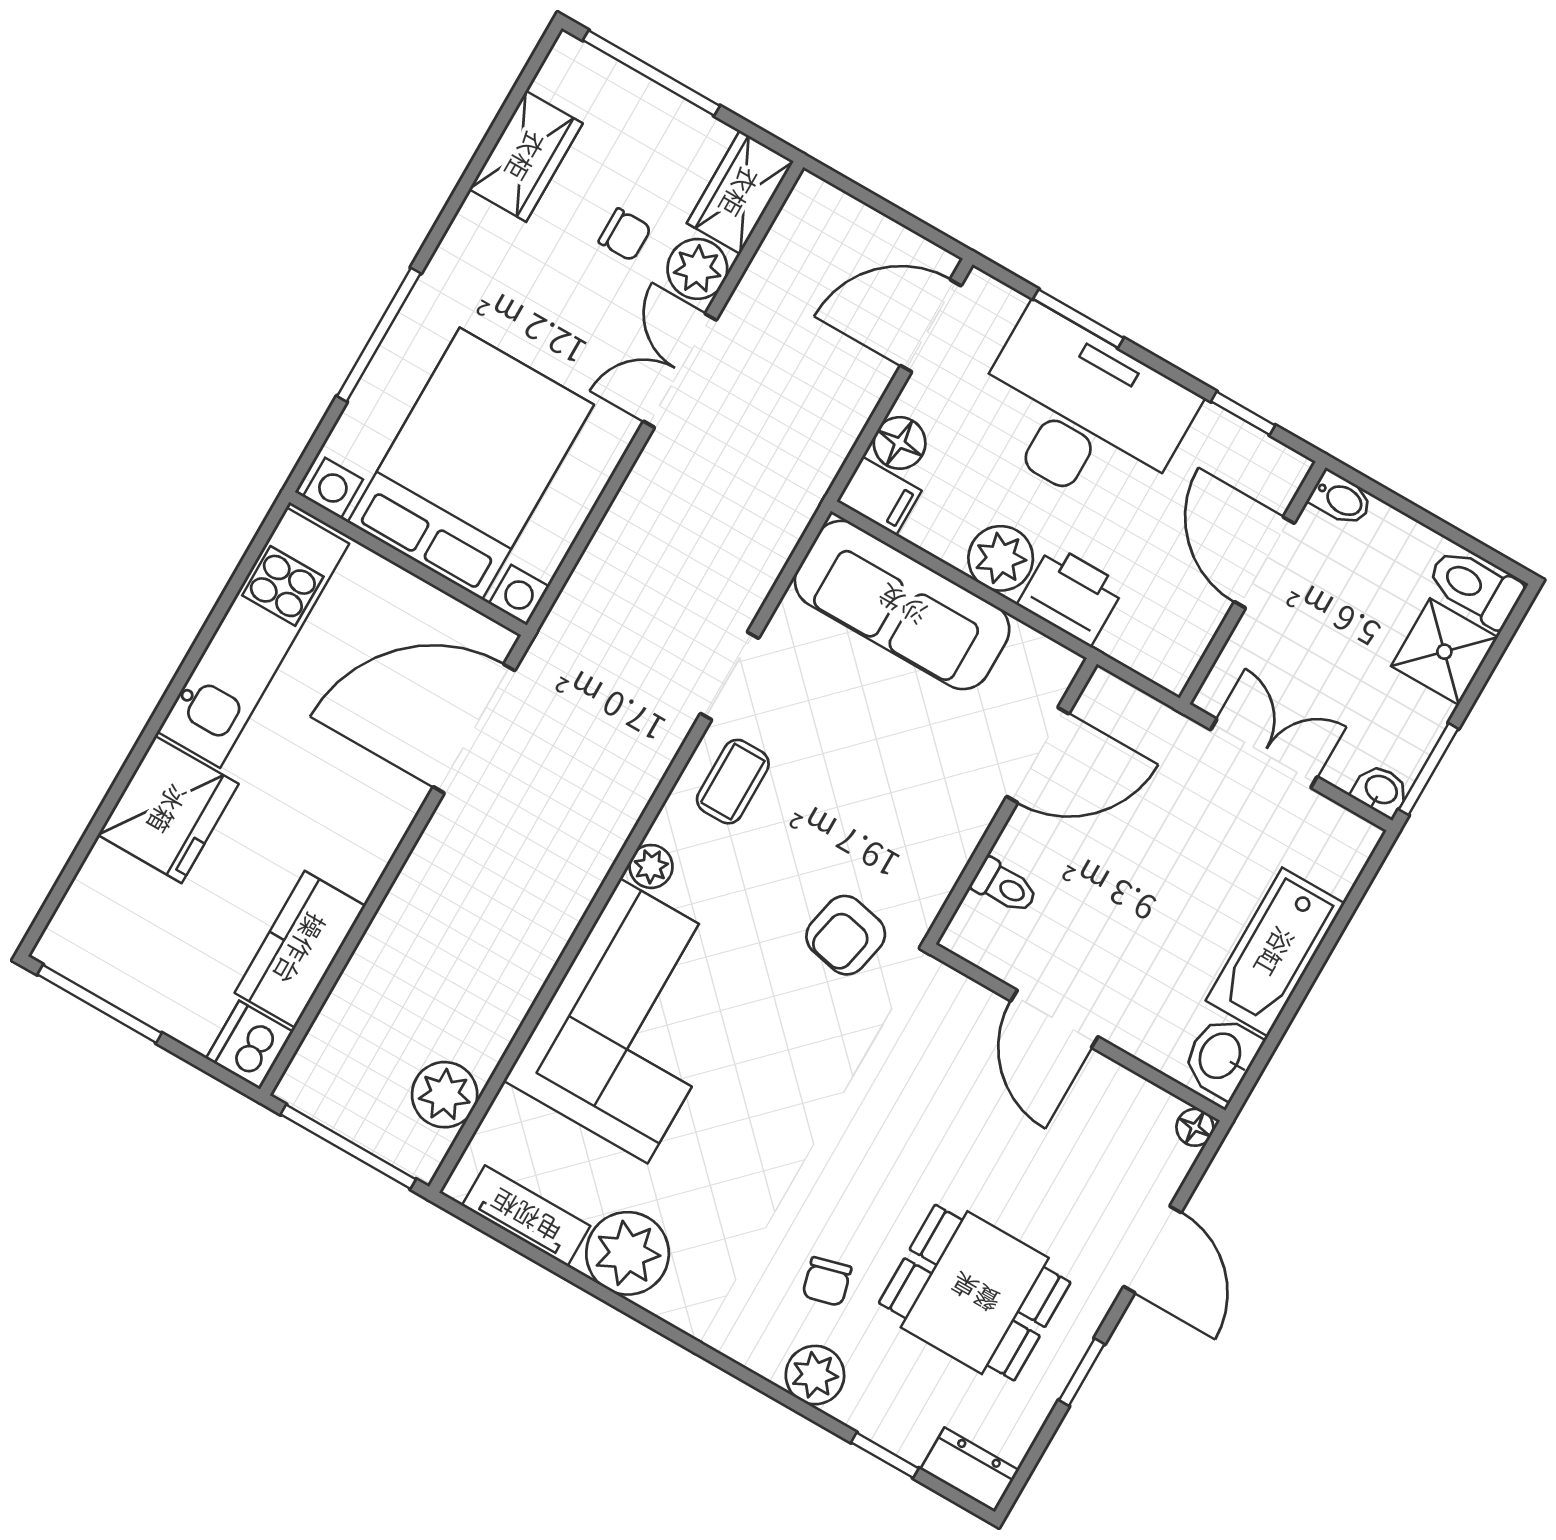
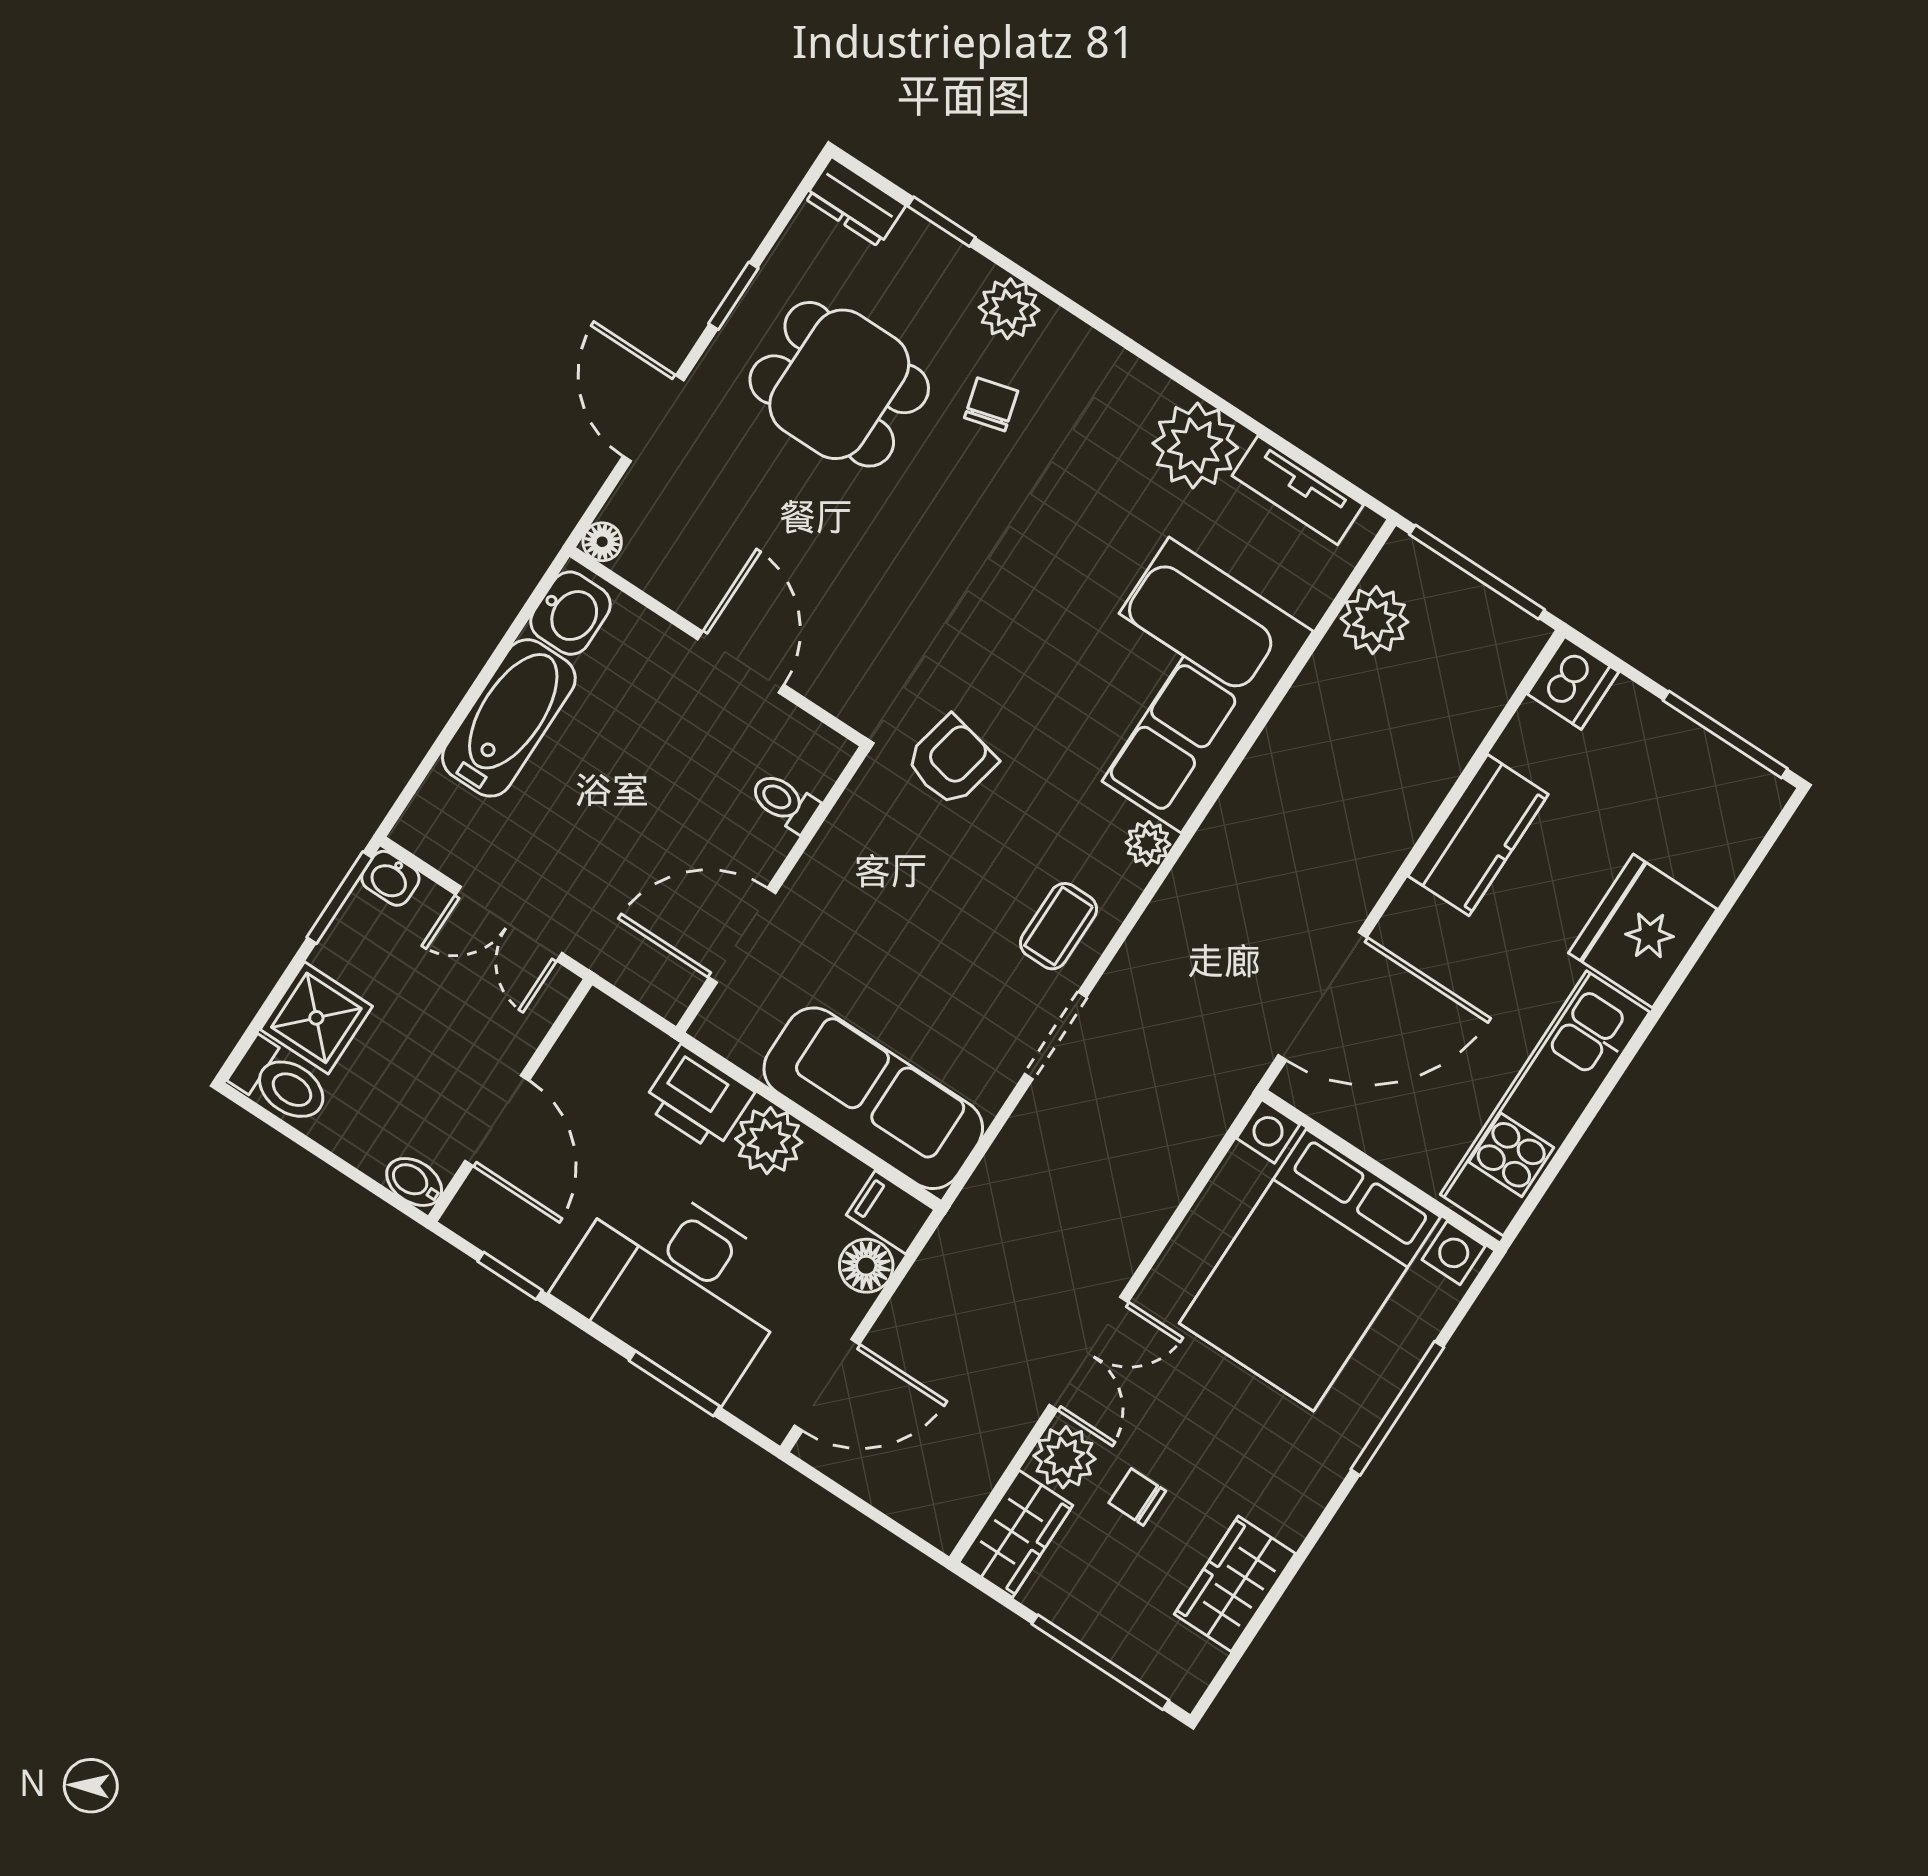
kitchen counter: (300, 949) -> (1478, 835), moved

